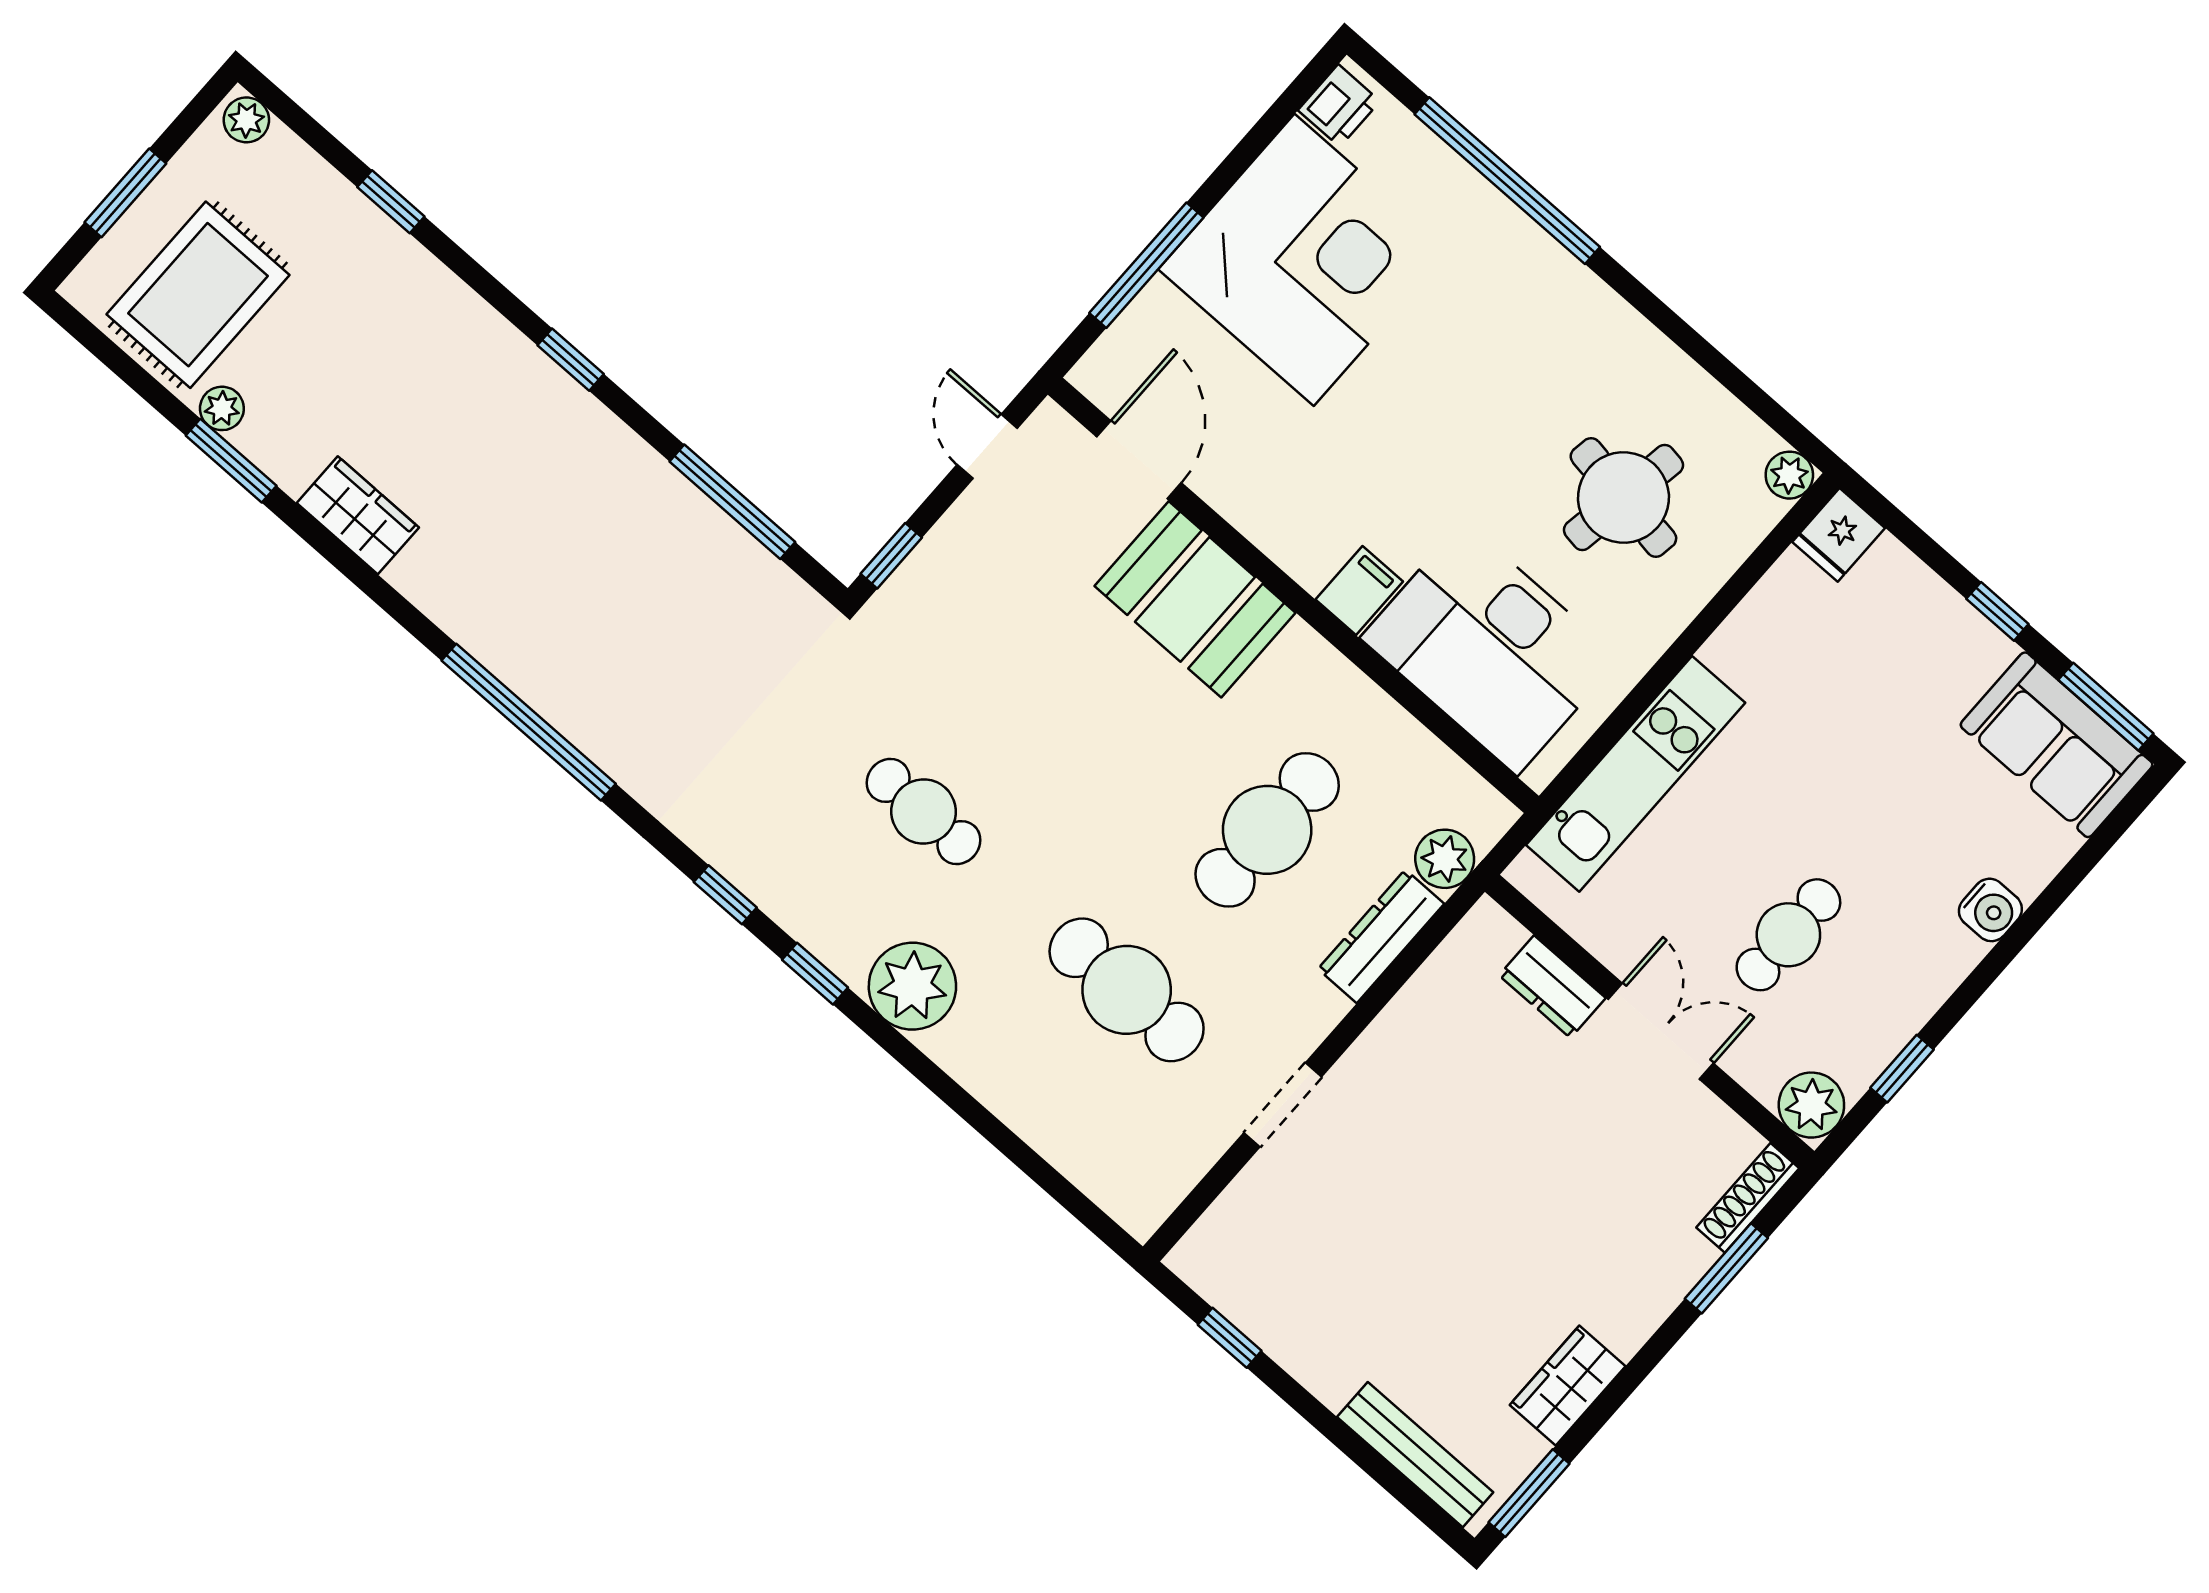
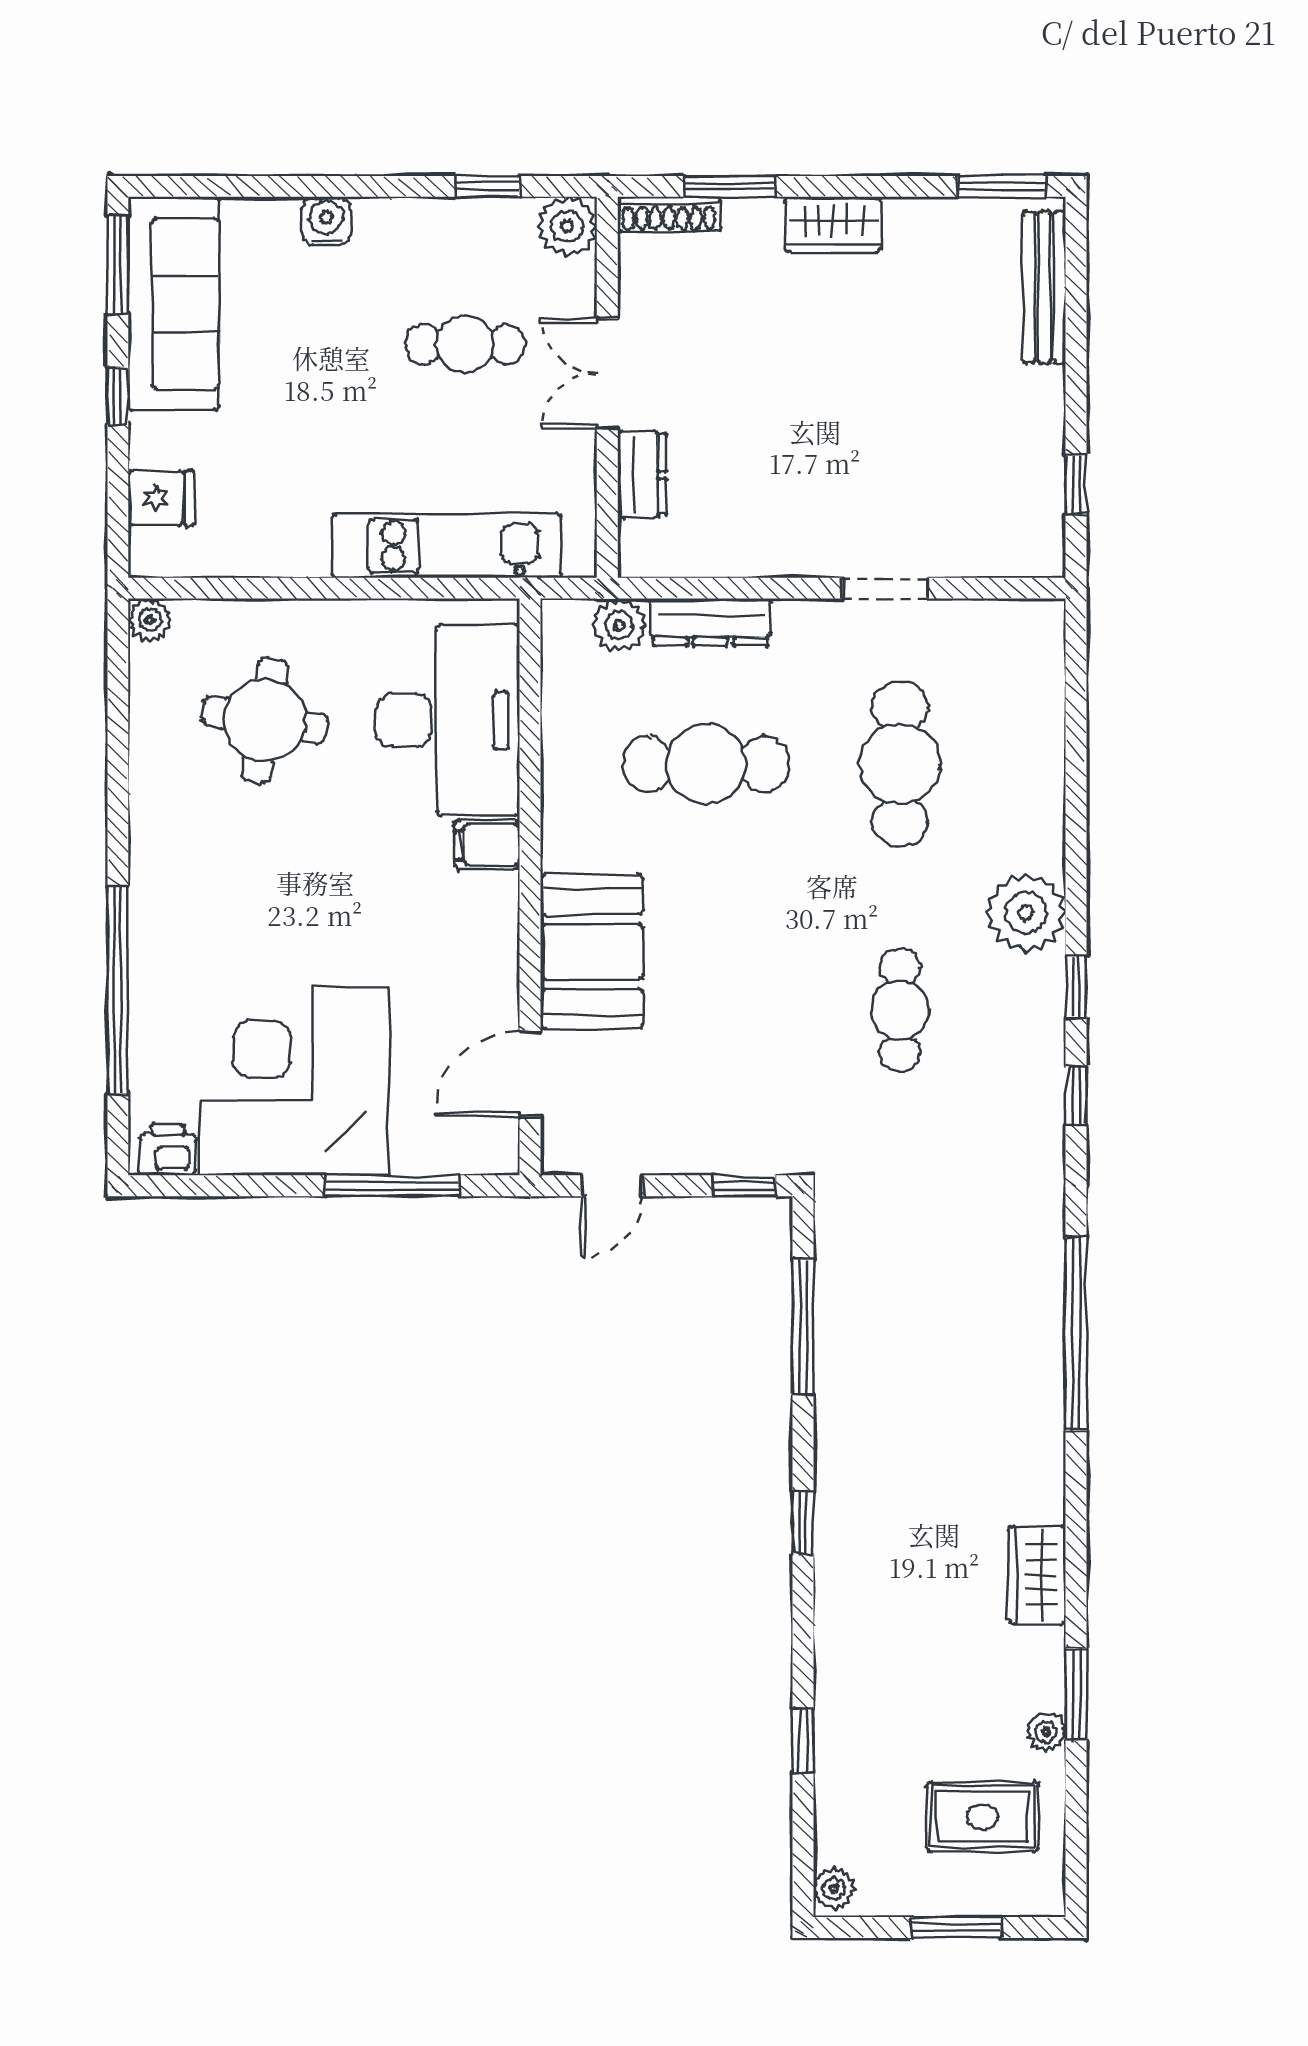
rug: (198, 295) -> (982, 1817), width x0.73, depth x0.70
fridge: (1839, 535) -> (161, 498), moved
sofa: (2057, 745) -> (174, 304), width x1.36
wardrobe: (1568, 1386) -> (833, 225), moved

